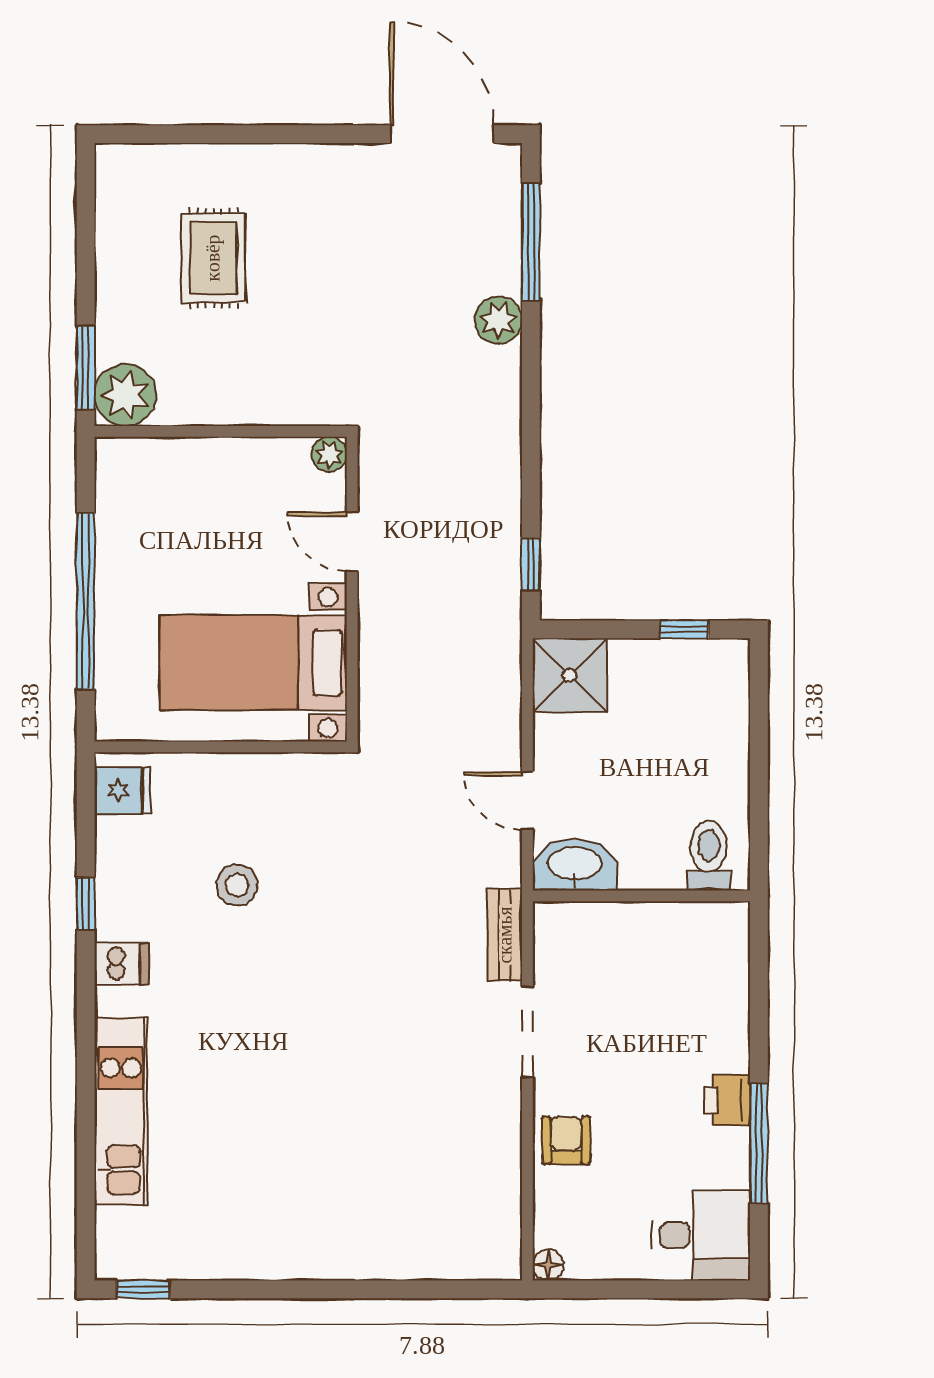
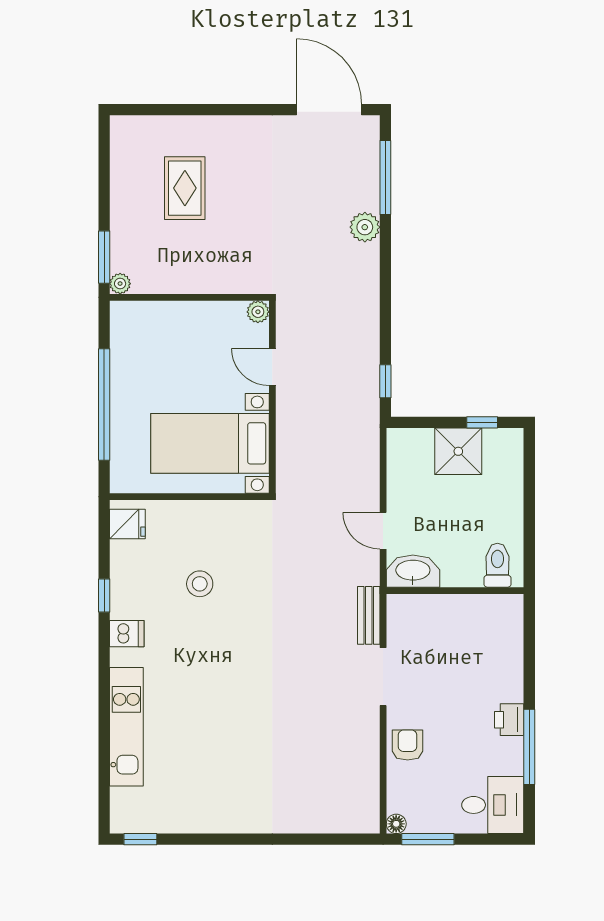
plant: (125, 395) -> (120, 284), width x0.53, depth x0.53
shower: (570, 675) -> (458, 451), moved
window: (598, 1289) -> (428, 839), added

